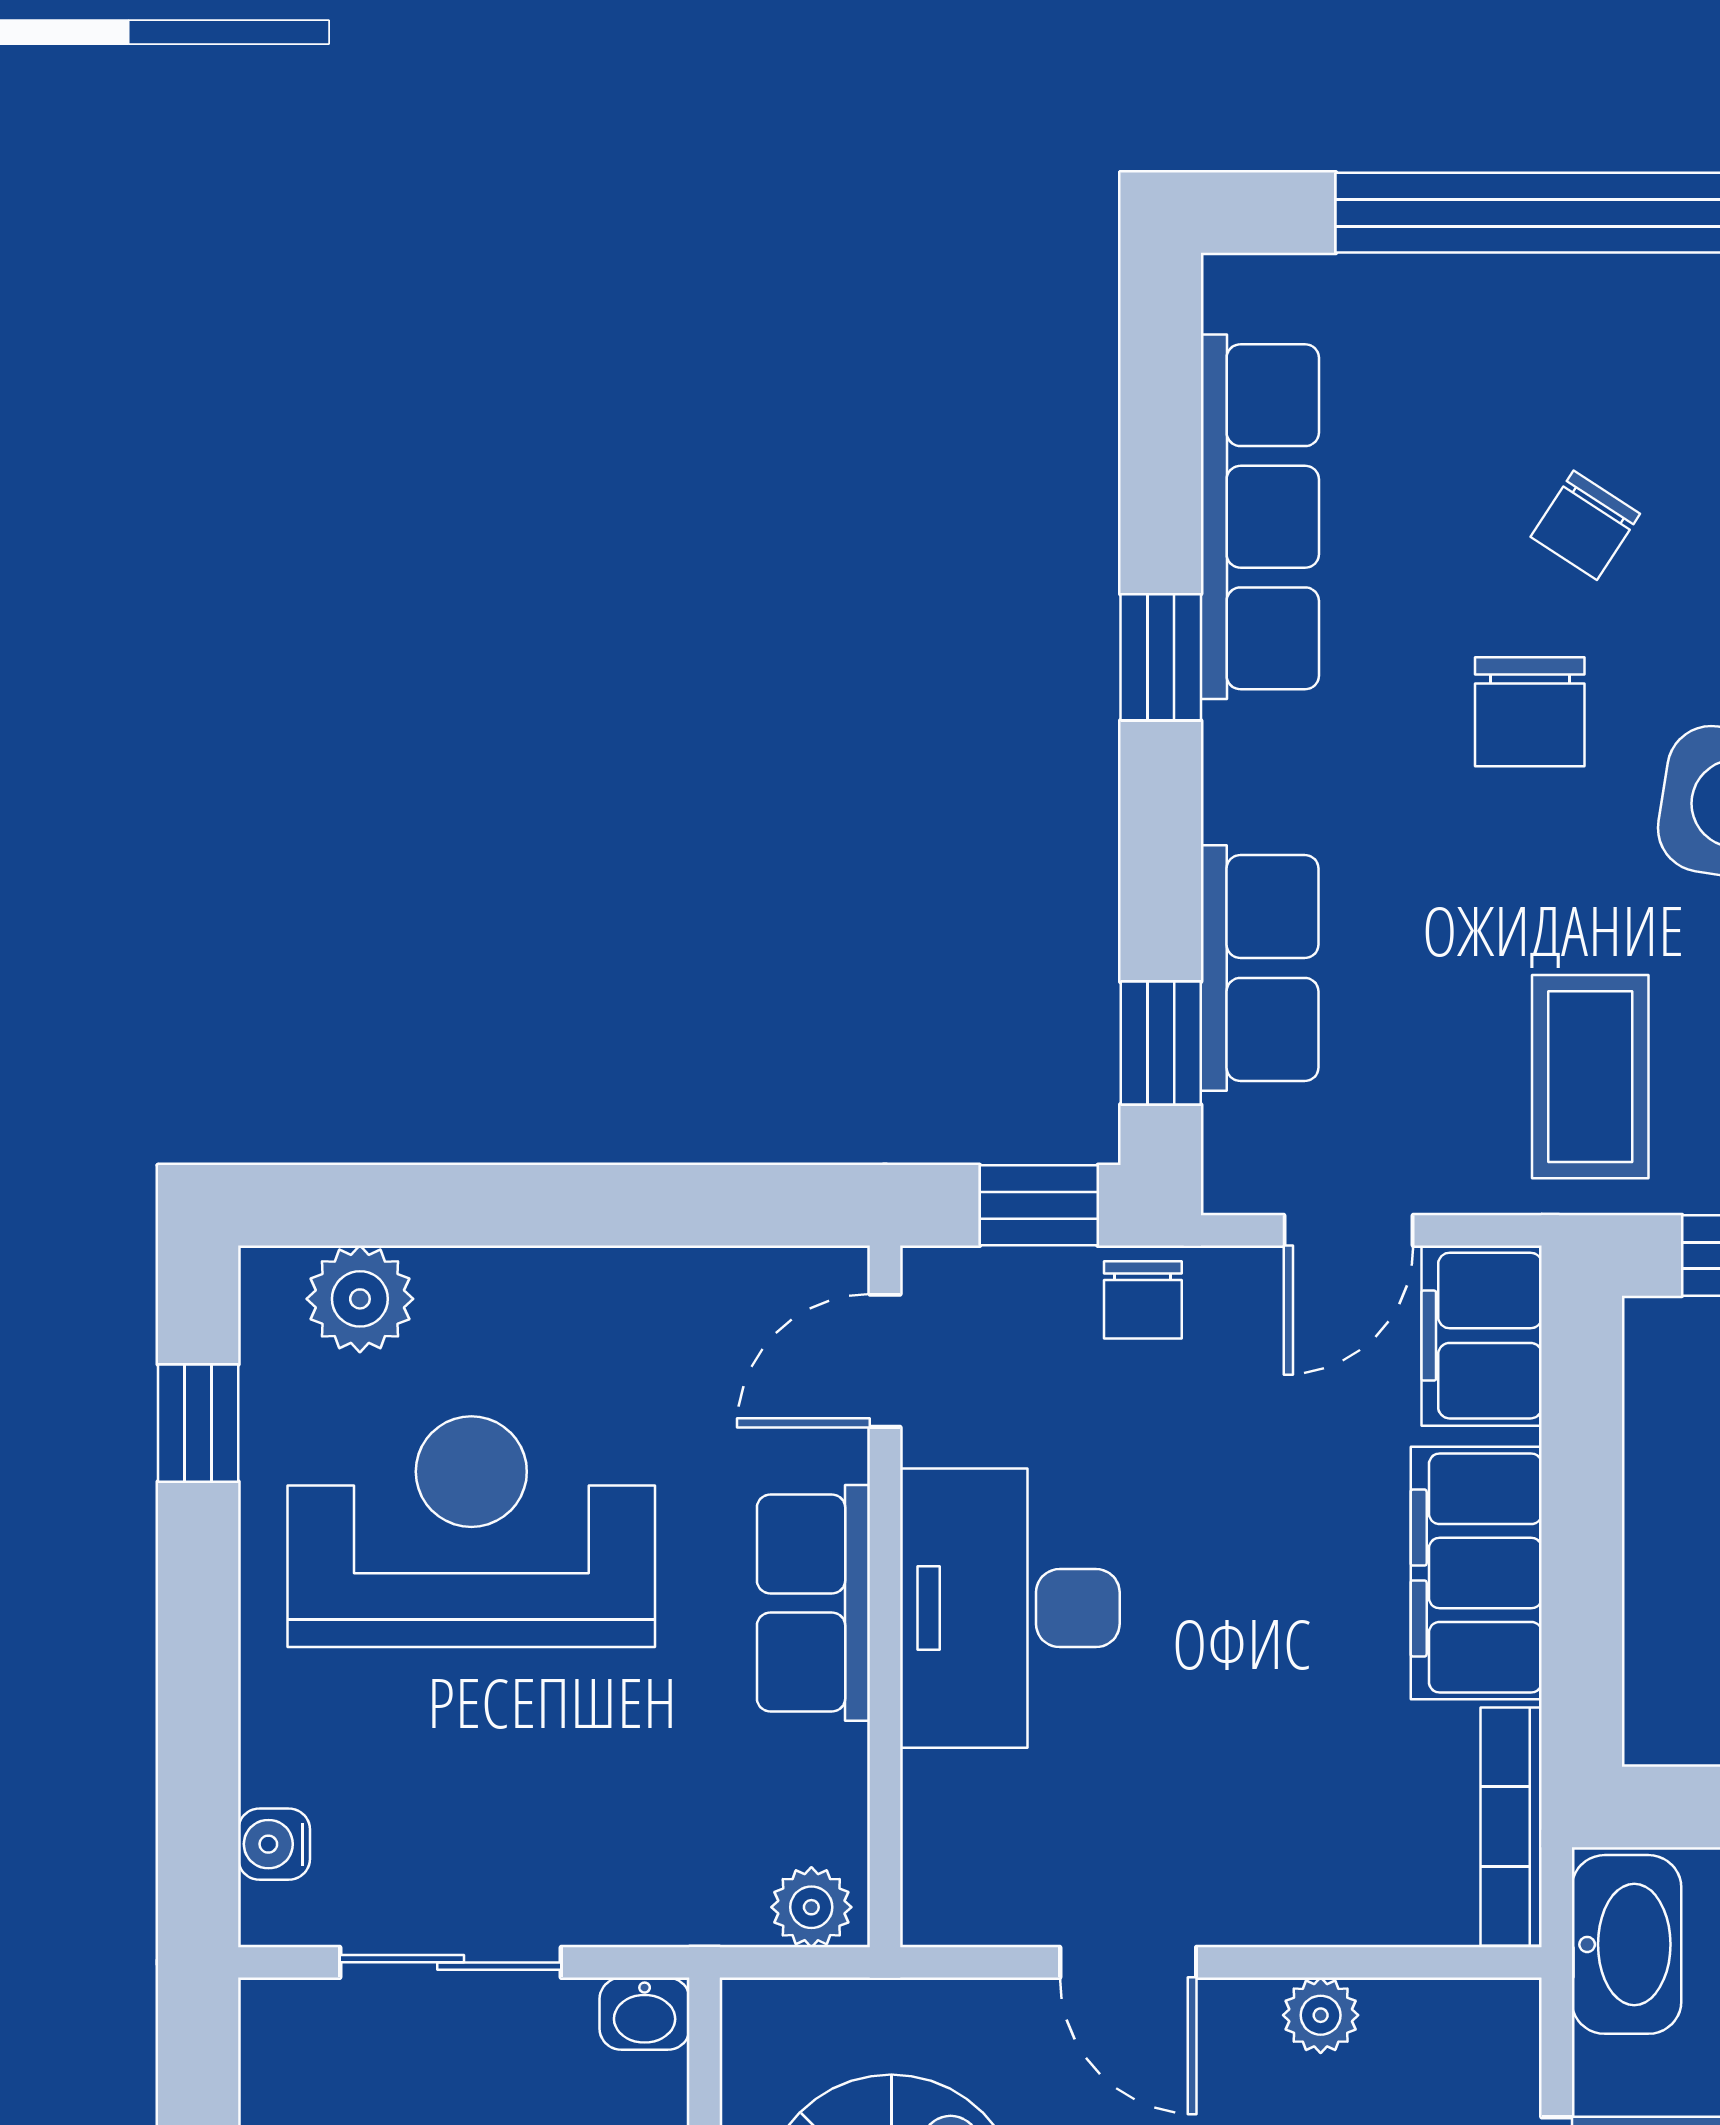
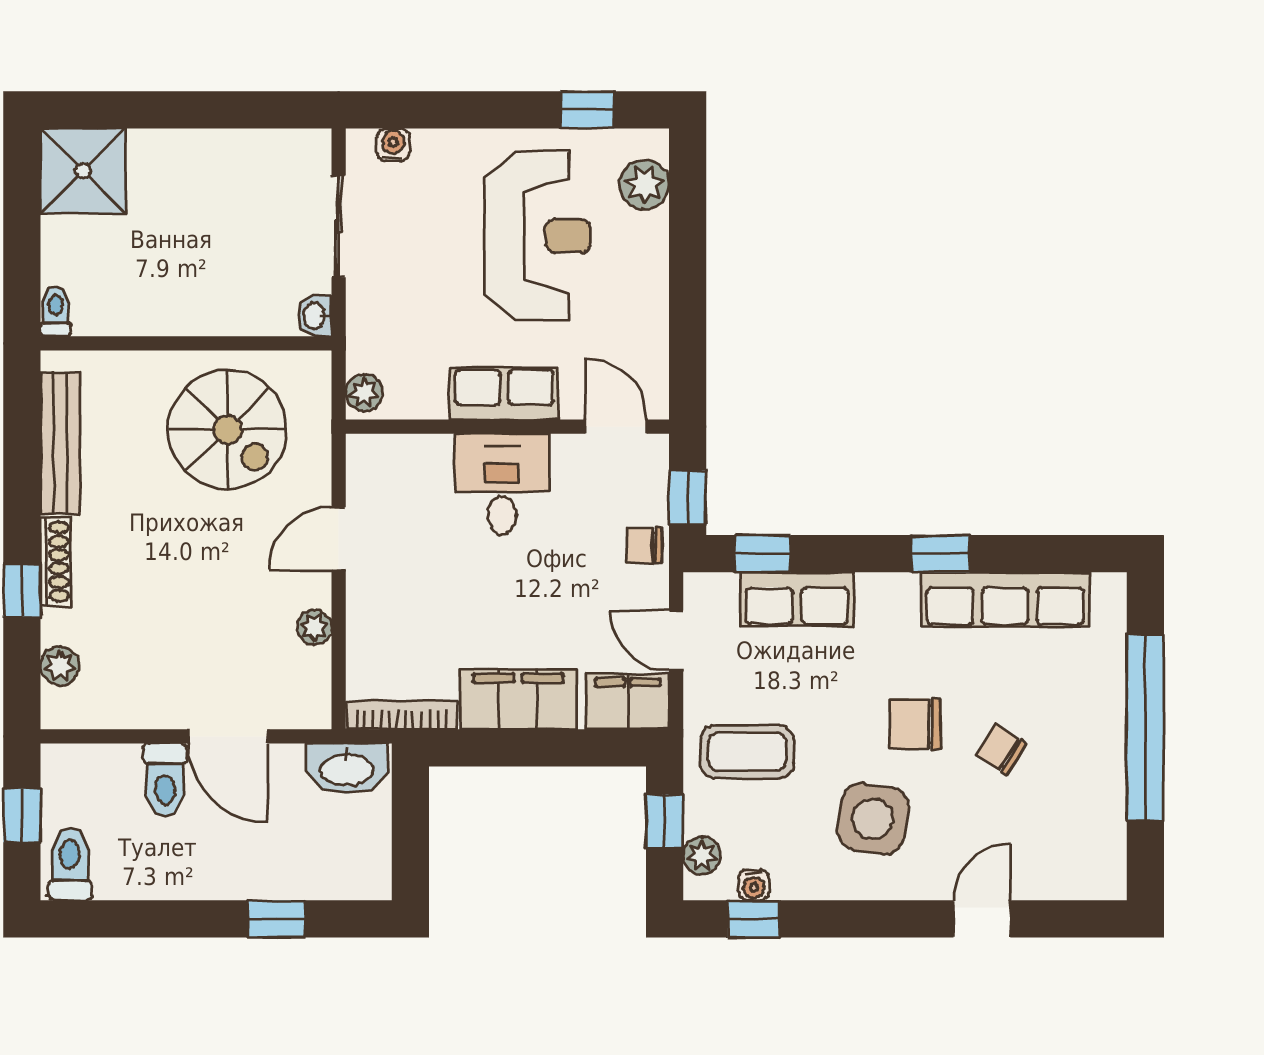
desk: (1010, 1608) -> (502, 484), width x0.73

